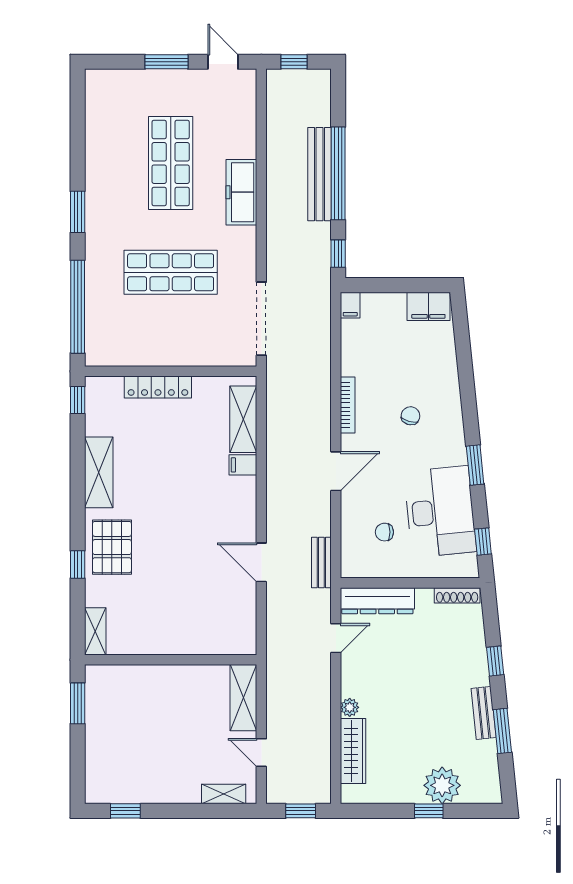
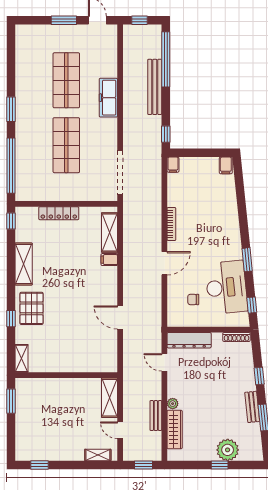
window: (338, 173) -> (166, 59), moved
shop shelf: (171, 272) -> (66, 145), turned 90
filing cabinet: (428, 306) -> (226, 165), width x0.50
chair: (411, 416) -> (209, 230), removed
bench: (321, 562) -> (156, 416), moved
door: (336, 638) -> (164, 362), swing flipped

